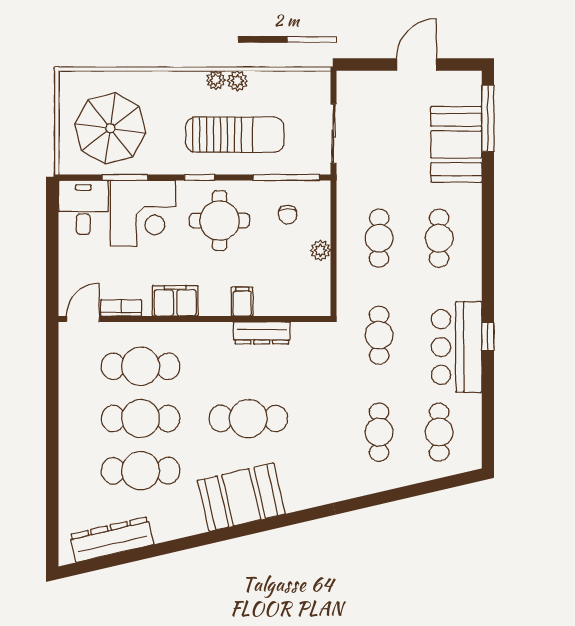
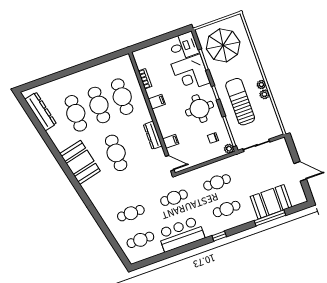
window: (488, 118) -> (270, 218), moved
sun lounger: (235, 135) -> (240, 102), turned 180
plant: (320, 250) -> (229, 149), moved
filing cabinet: (175, 301) -> (157, 102), width x0.50
filing cabinet: (242, 302) -> (171, 141), moved
door: (83, 319) -> (170, 163), moved
dresser: (262, 333) -> (153, 135), moved
window: (488, 337) -> (219, 236), moved

